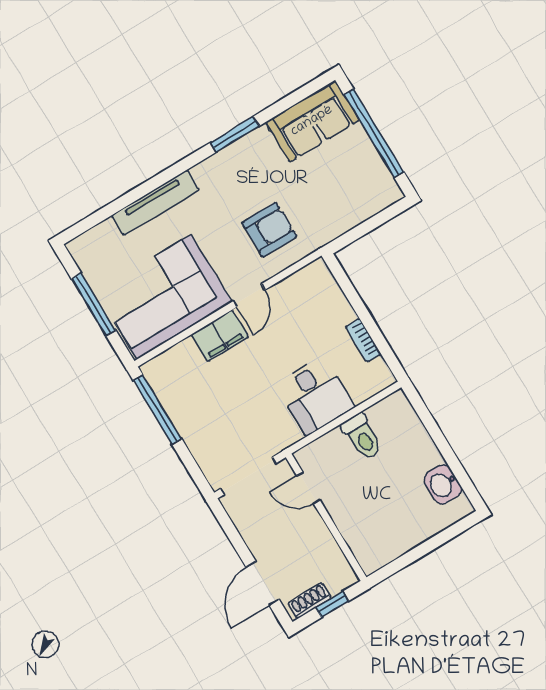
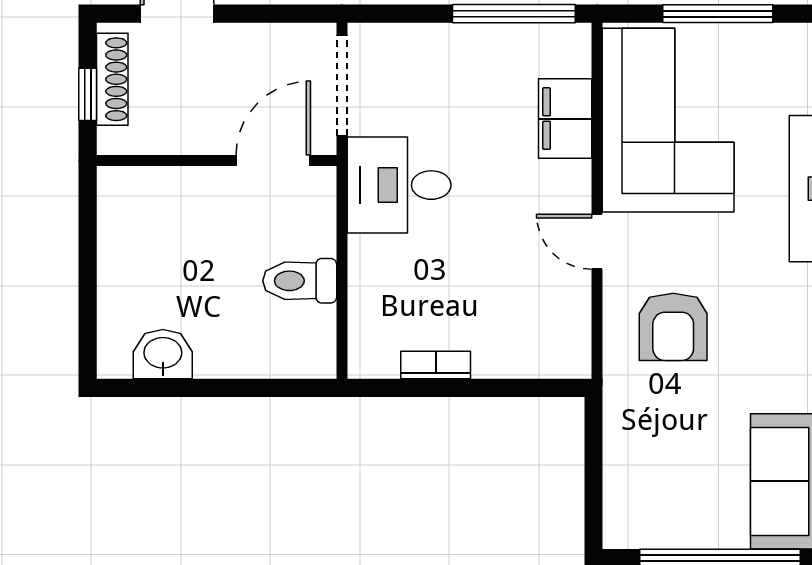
filing cabinet: (220, 336) -> (565, 119), moved
desk: (315, 395) -> (399, 185), moved
door: (308, 488) -> (273, 160), width x1.38
shoe rack: (310, 601) -> (112, 79), width x1.43

